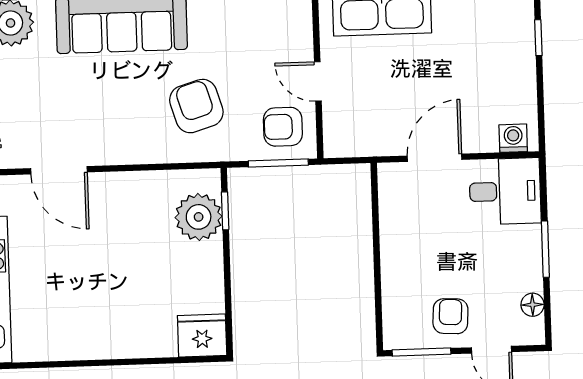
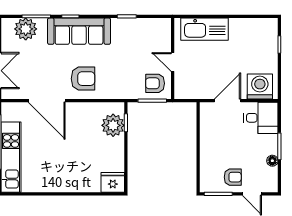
armchair: (196, 106) -> (83, 79), moved, turned 107
washing machine: (513, 138) -> (260, 87), width x1.89, depth x1.89
door: (59, 170) -> (47, 101), width x1.36
floor lamp: (533, 305) -> (272, 161), moved
armchair: (450, 316) -> (233, 177), turned 87

